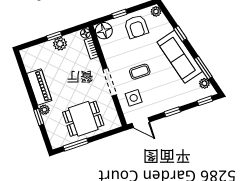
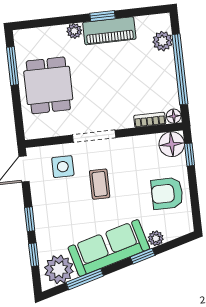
plant: (156, 11) -> (156, 238), moved
window: (119, 14) -> (189, 155), moved
window: (54, 36) -> (180, 69), width x3.17
plant: (60, 44) -> (163, 41), moved
plant: (204, 83) -> (59, 269), width x1.87, depth x1.87
window: (205, 101) -> (34, 255), moved
window: (39, 117) -> (103, 16), moved

